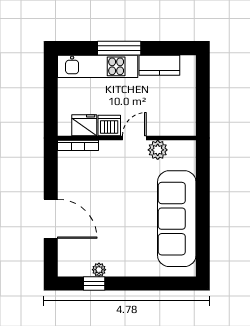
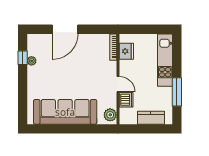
window: (119, 48) -> (177, 92), moved
kitchen counter: (159, 65) -> (151, 118), moved, turned 90
dishwasher: (109, 126) -> (126, 100), moved
plant: (158, 150) -> (110, 115), moved

